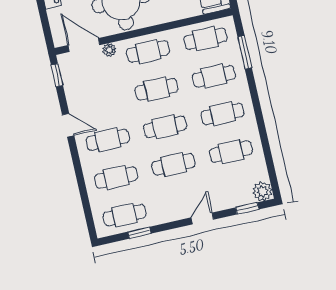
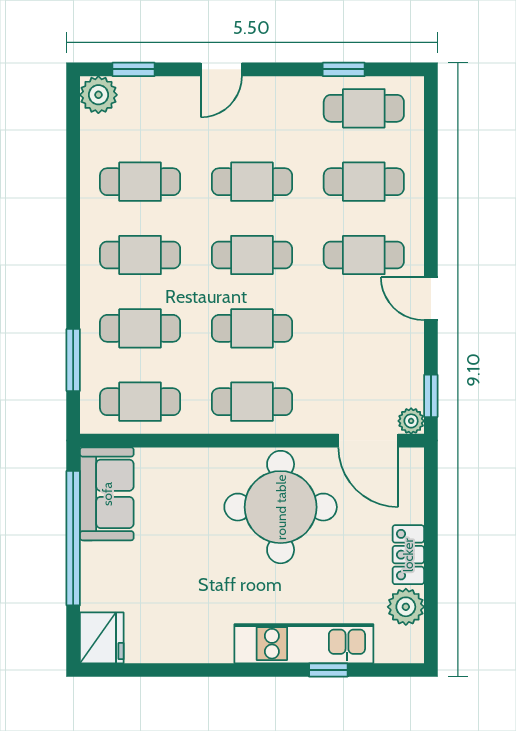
plant: (109, 50) -> (411, 421), moved

